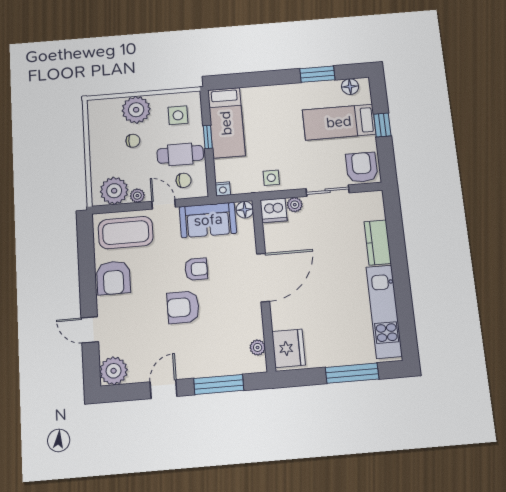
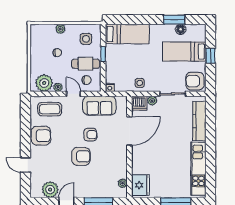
floor lamp: (350, 87) -> (181, 29), moved
plant: (136, 110) -> (60, 29), width x0.53, depth x0.53
bed: (226, 123) -> (127, 34), moved, turned -90
armchair: (362, 167) -> (195, 81), turned -90
floor lamp: (245, 210) -> (122, 101), removed
coffee table: (126, 233) -> (50, 109), width x0.73, depth x0.76
kitchen counter: (378, 243) -> (199, 121), width x1.50
armchair: (113, 278) -> (41, 136), turned -90
door: (263, 278) -> (129, 131), moved
armchair: (183, 307) -> (81, 156), turned 180
plant: (114, 371) -> (50, 190), moved

